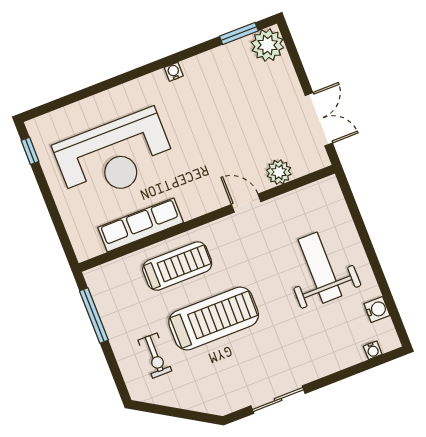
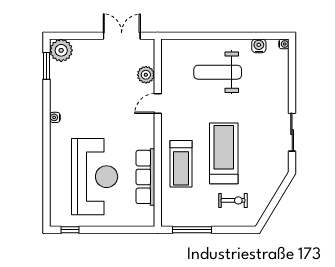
treadmill: (177, 266) -> (181, 164), turned 180
water cooler: (373, 350) -> (284, 44), moved

